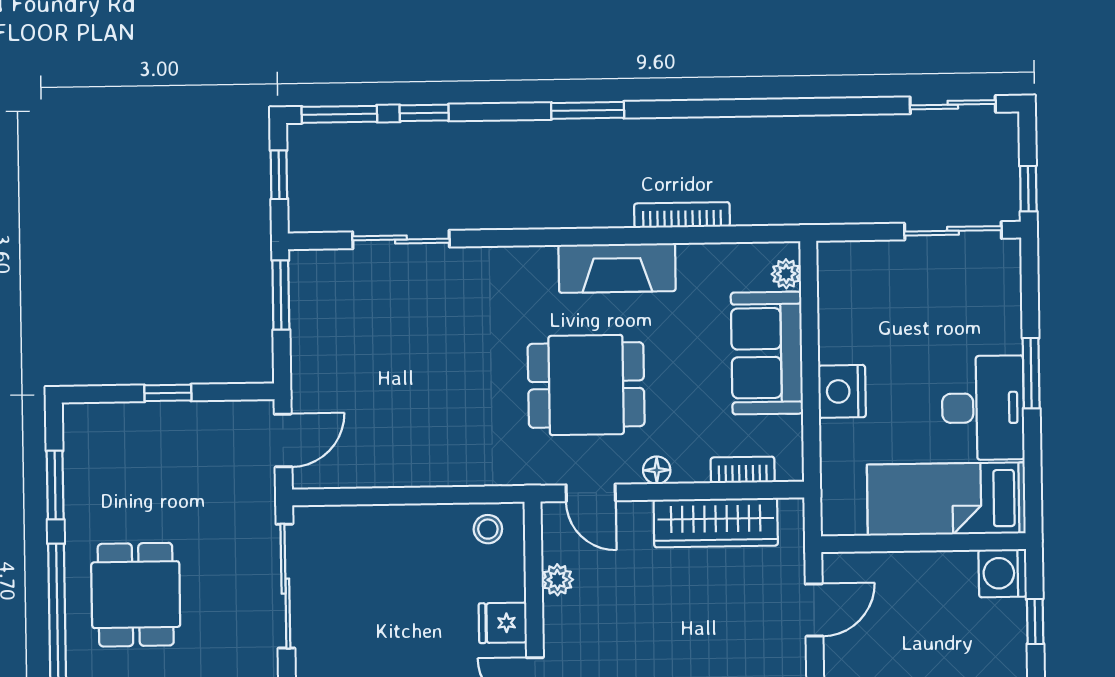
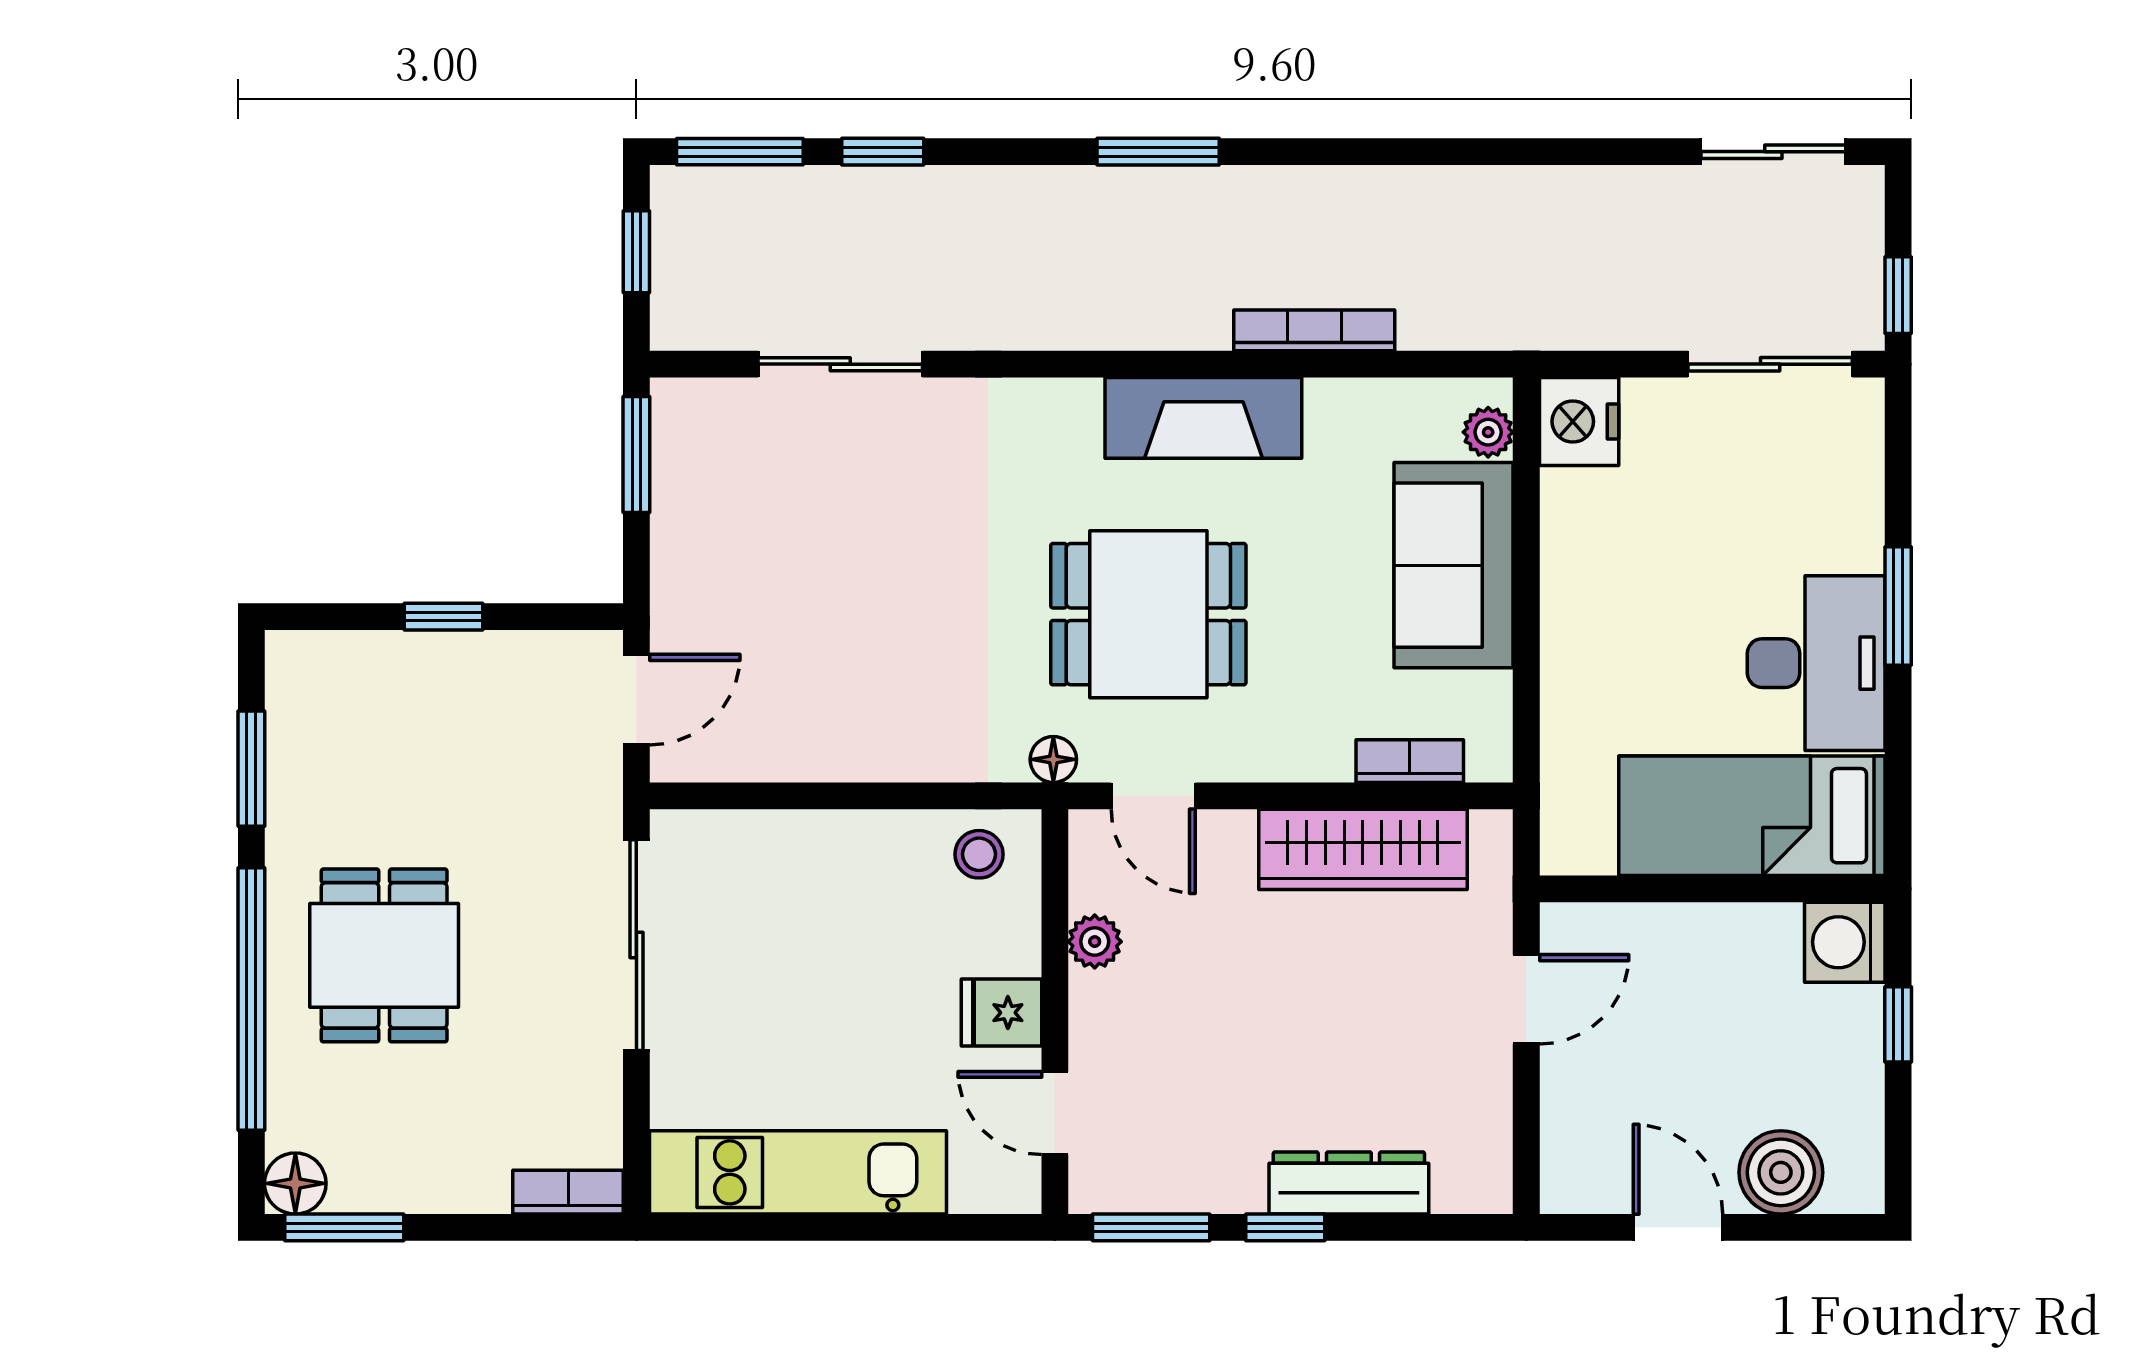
nightstand: (842, 391) -> (1579, 422), moved
floor lamp: (657, 470) -> (1053, 759), moved

